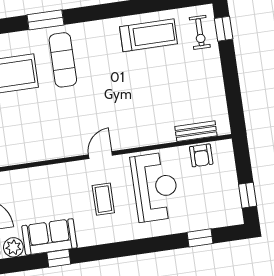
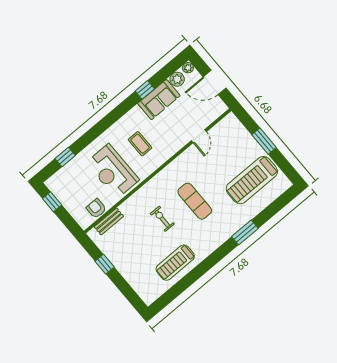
window: (224, 29) -> (105, 264), moved
exercise bike: (200, 32) -> (162, 219), moved
exercise mat: (63, 60) -> (195, 201), moved
door: (100, 155) -> (199, 136), moved

